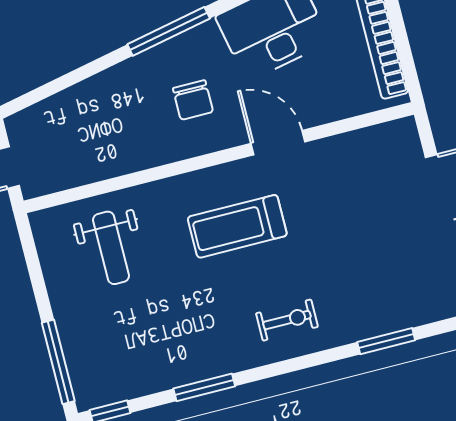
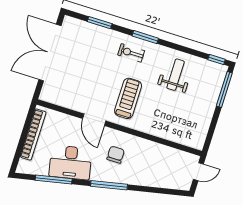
treadmill: (237, 226) -> (128, 98), turned -90
weight bench: (111, 248) -> (176, 75), moved
window: (204, 387) -> (145, 37), moved

